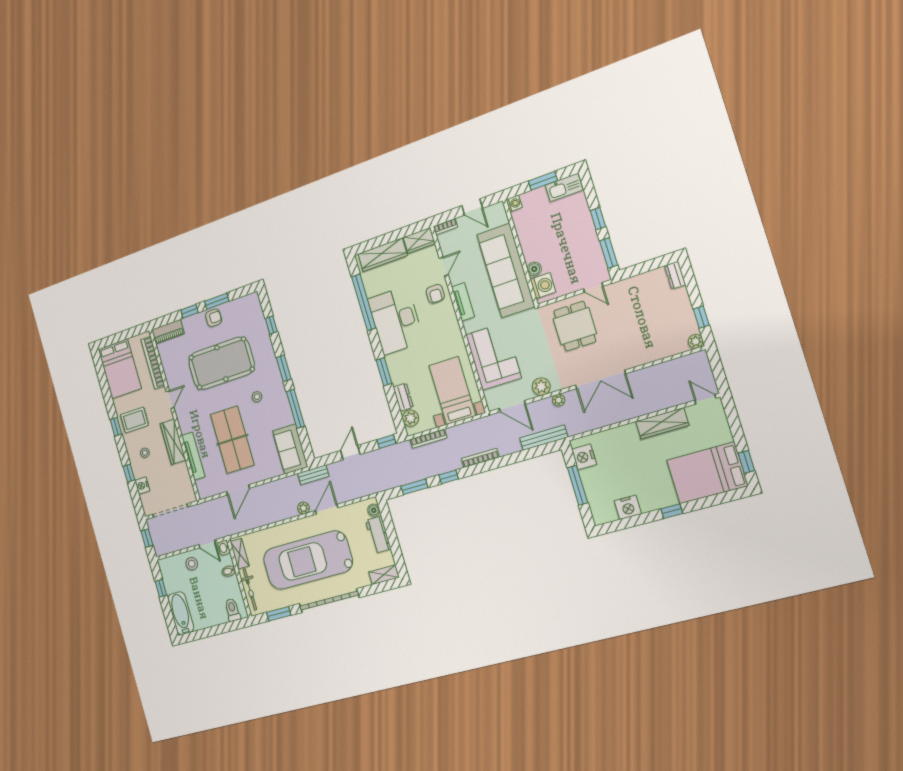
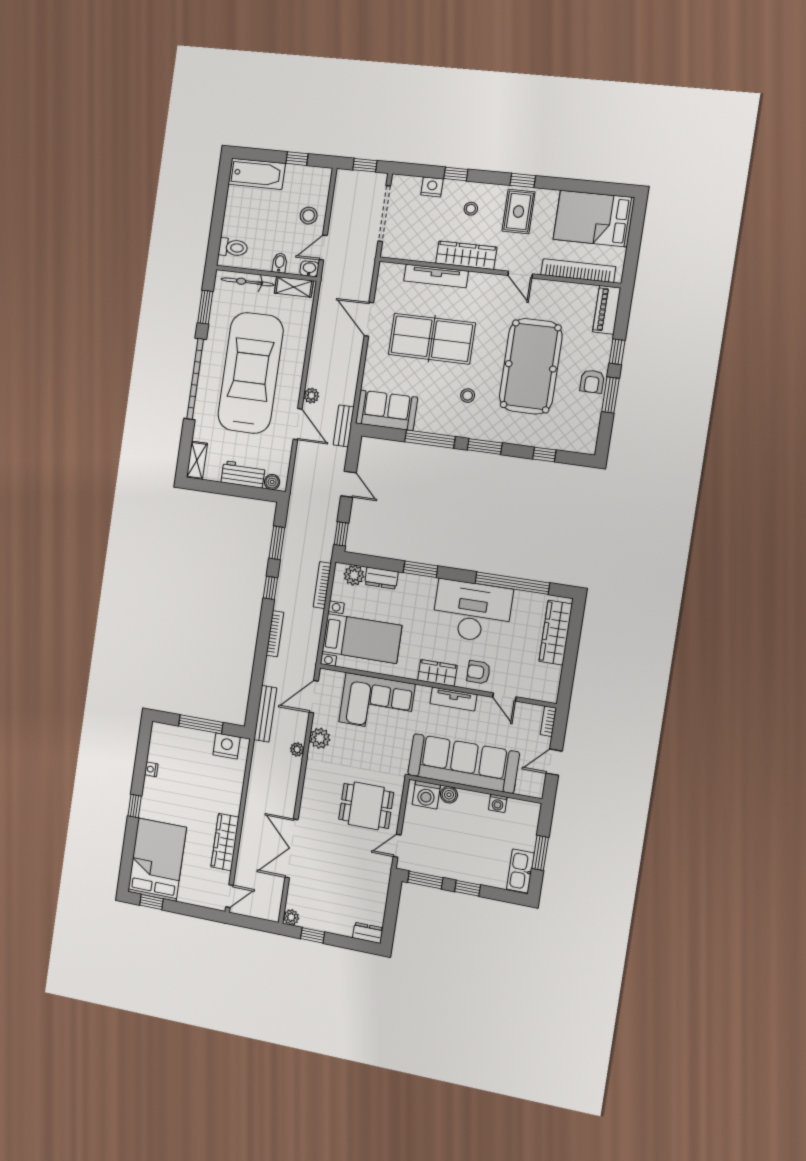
washing machine: (514, 203) -> (498, 803), moved
wardrobe: (419, 240) -> (437, 673), moved, turned 90
double door: (600, 379) -> (291, 848), moved
nightstand: (628, 507) -> (151, 769), width x0.53, depth x0.56

